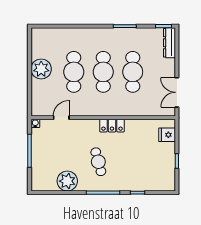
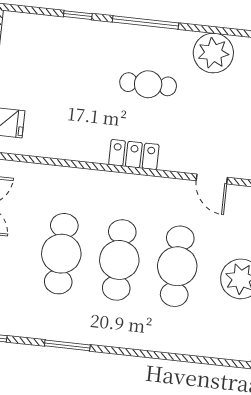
door: (61, 118) -> (212, 179), hinge flipped
locker: (112, 126) -> (134, 155), moved
cafe table: (98, 162) -> (148, 84), turned -75

